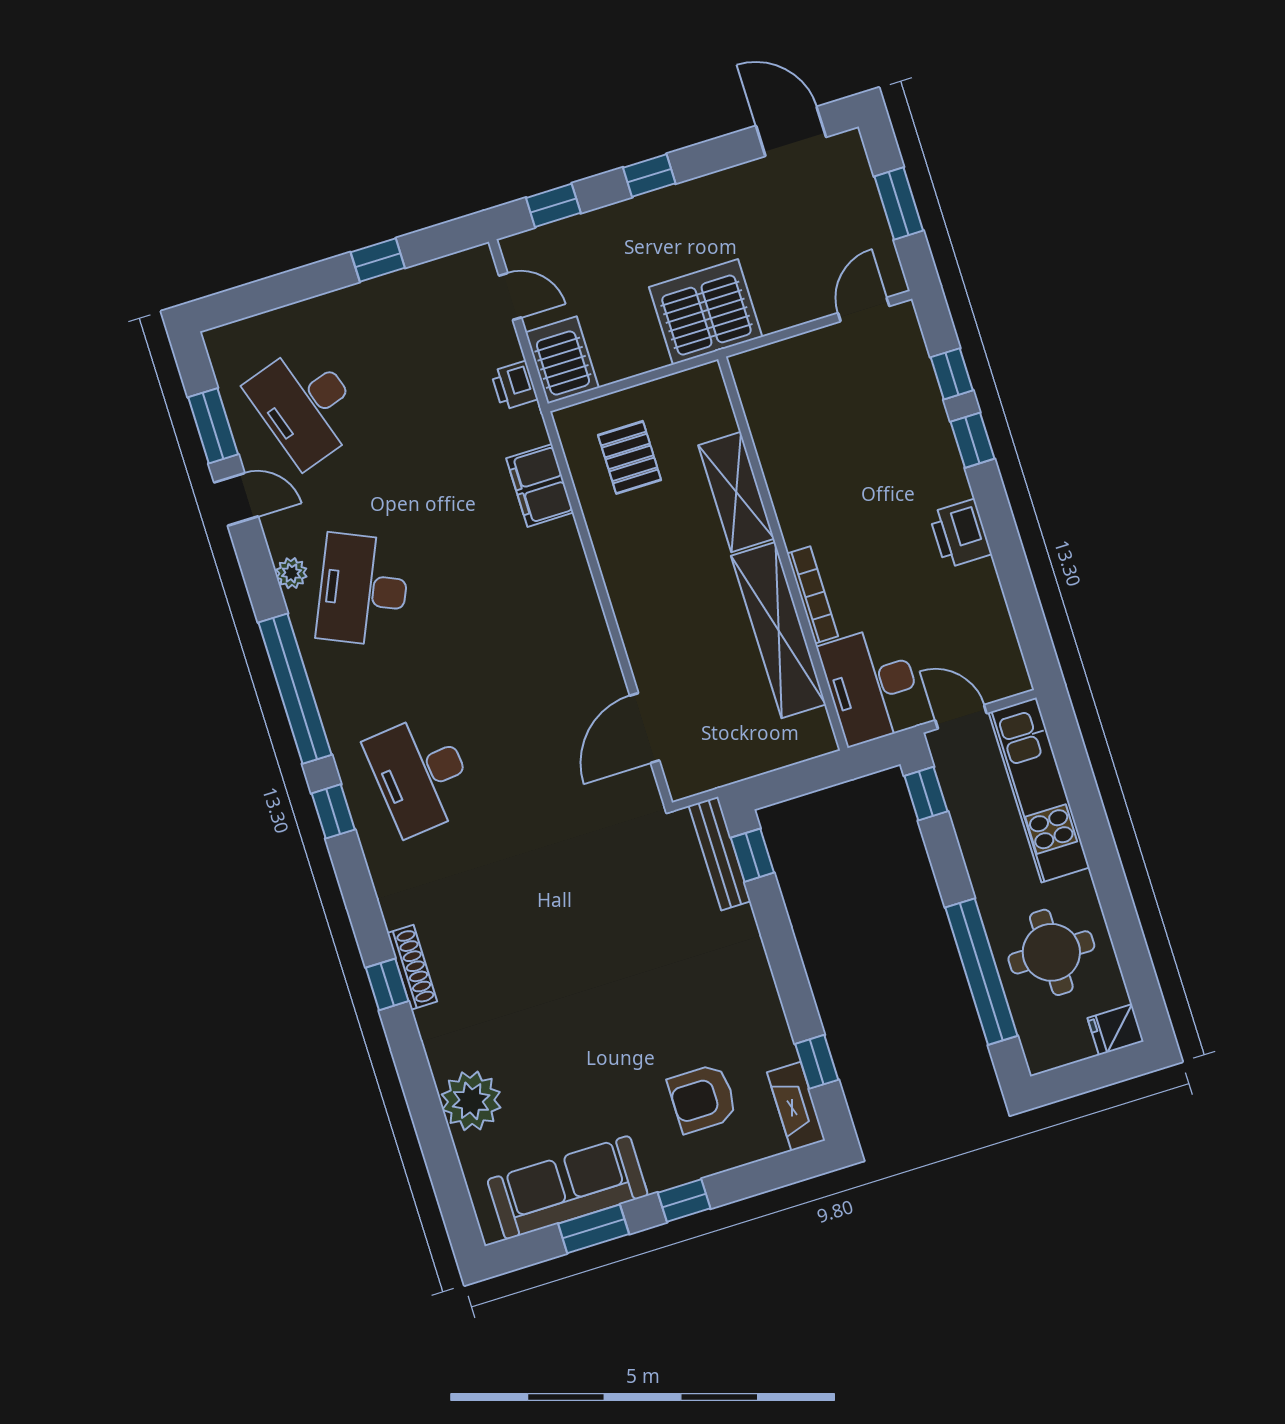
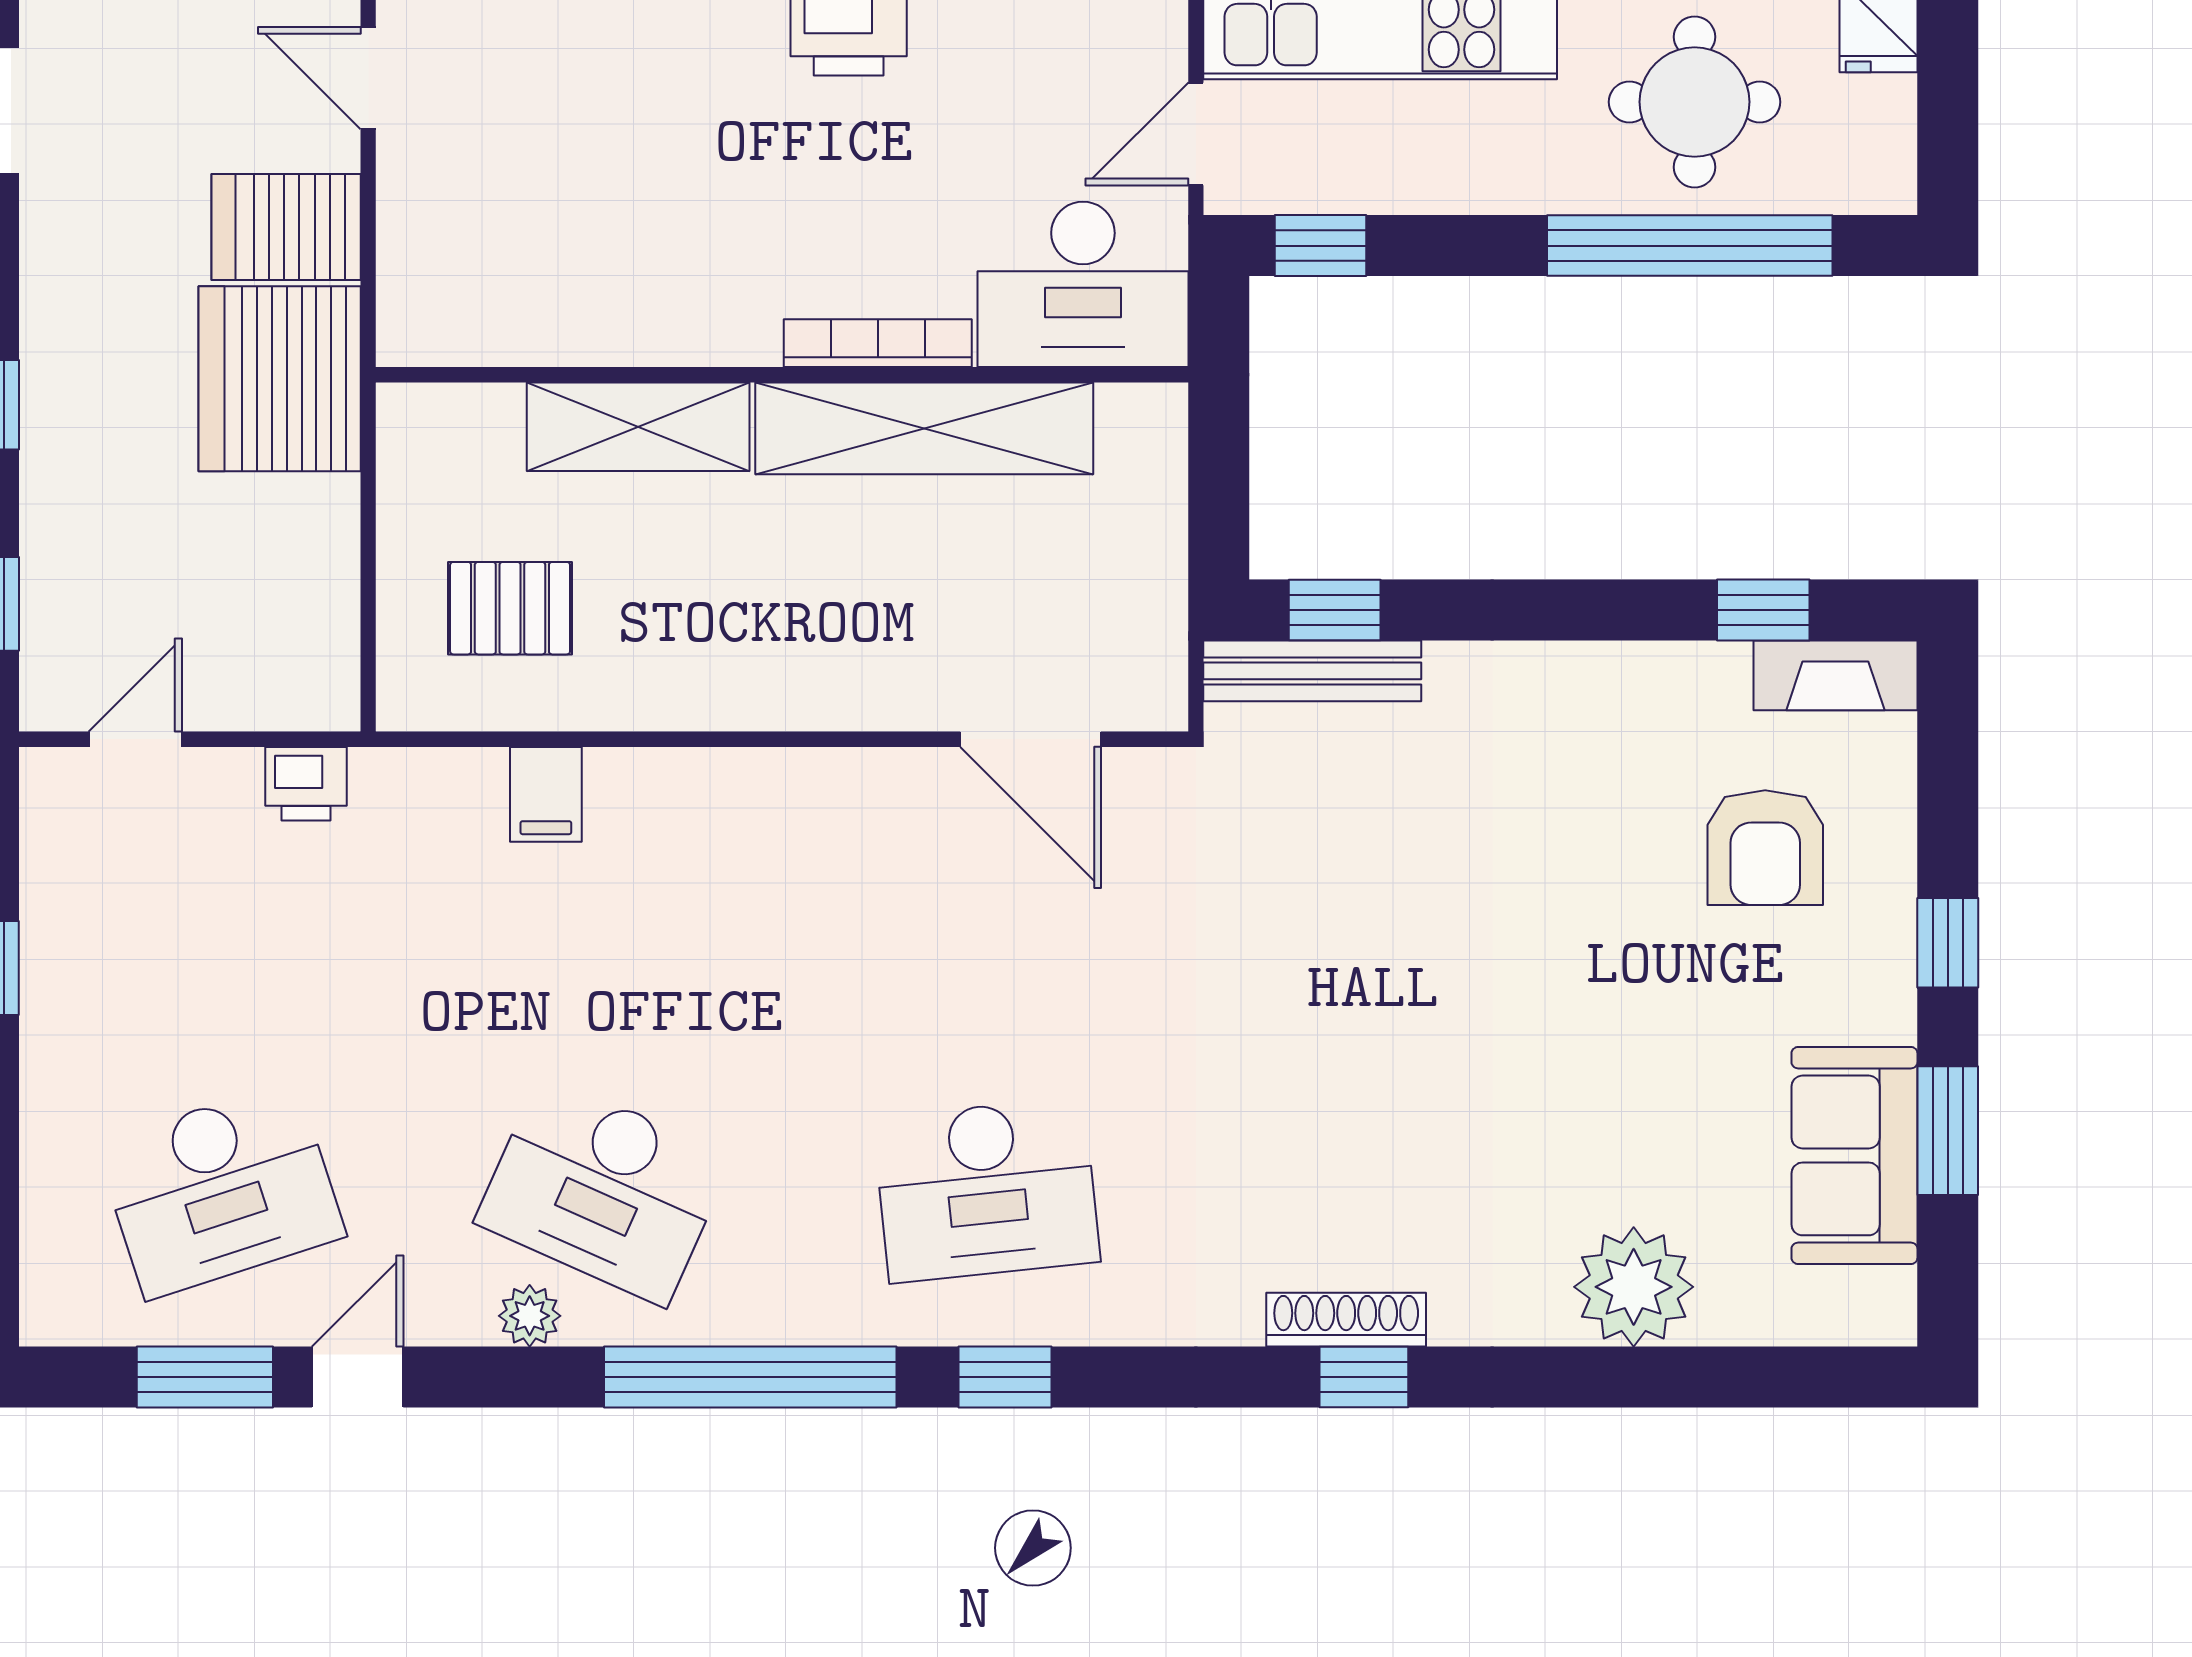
server rack: (562, 360) -> (286, 227), moved
filing cabinet: (540, 485) -> (546, 794), width x0.50
sofa: (568, 1188) -> (1854, 1155), width x0.73

